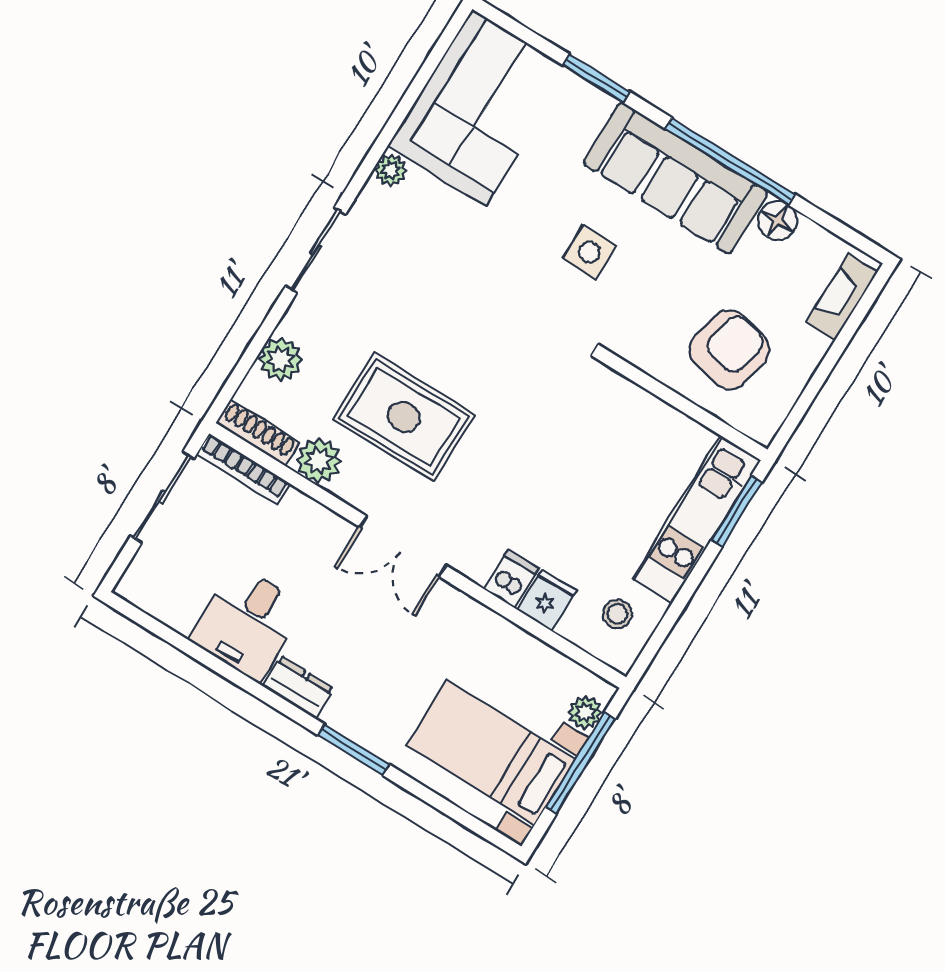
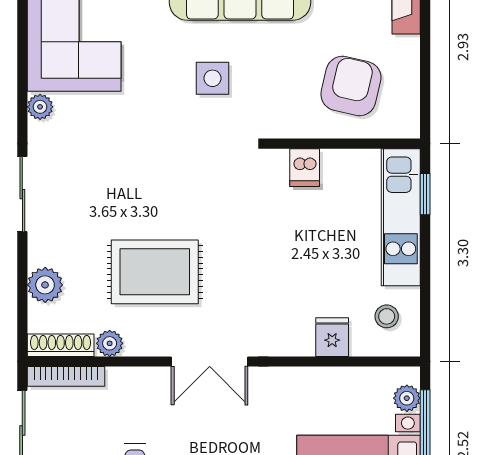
plant: (319, 460) -> (110, 343), width x0.73, depth x0.73
window: (737, 511) -> (425, 194), width x0.67
dishwasher: (511, 579) -> (305, 168), moved, turned 180

